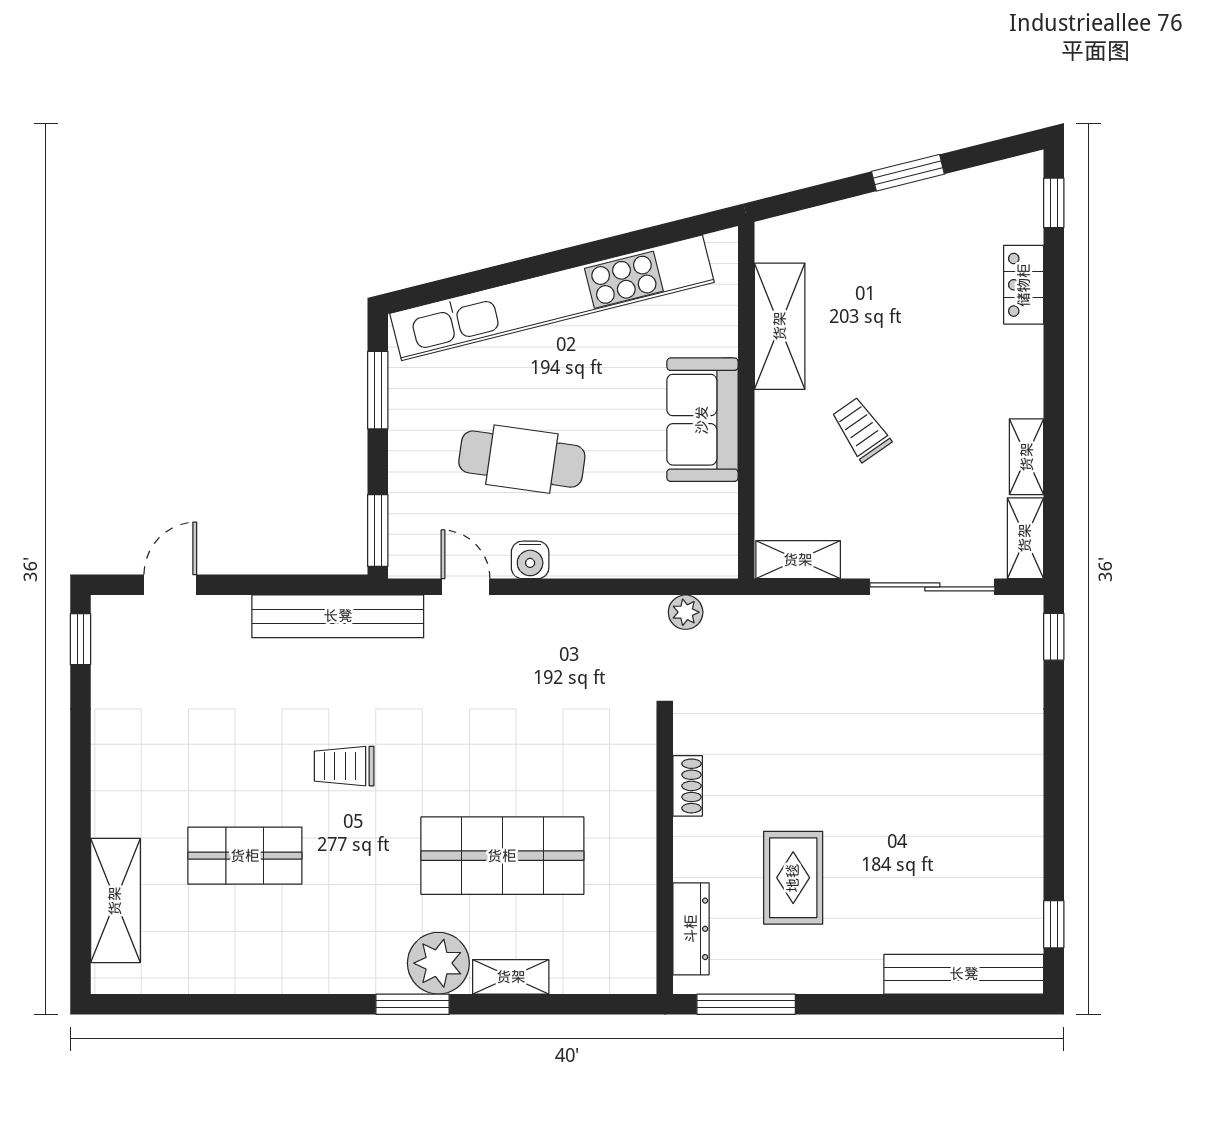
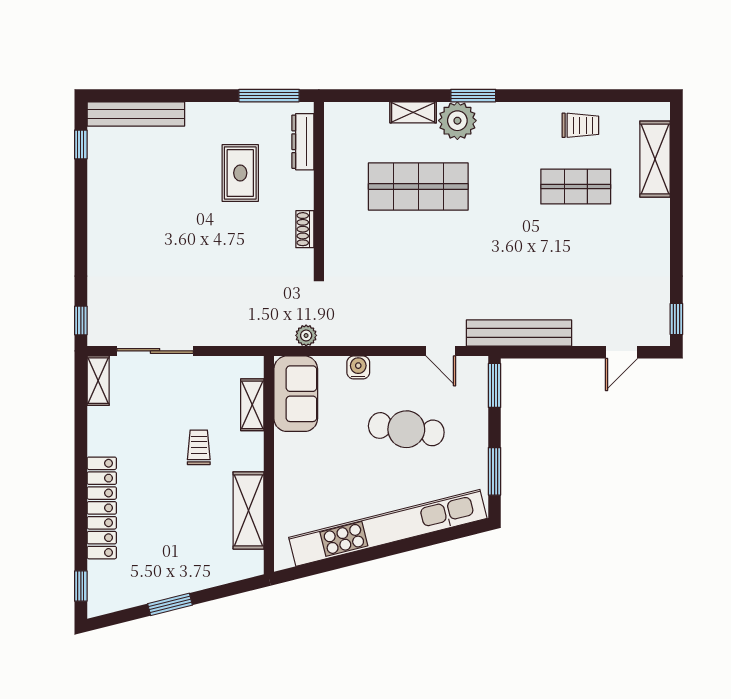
locker: (1024, 285) -> (102, 508), width x2.16, depth x1.21
sofa: (702, 420) -> (296, 394), moved
trolley: (861, 429) -> (199, 447), turned -145
shelving: (1027, 457) -> (97, 431), removed
water cooler: (530, 560) -> (358, 367), moved
shelving: (798, 560) -> (252, 405), moved, turned 90
trolley: (344, 766) -> (580, 125), moved

